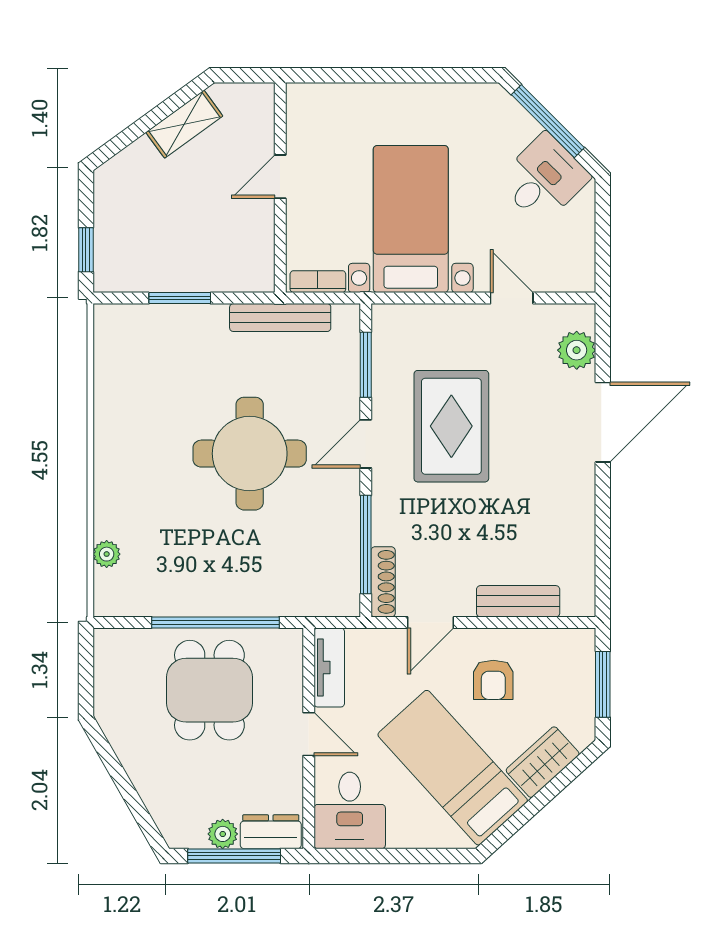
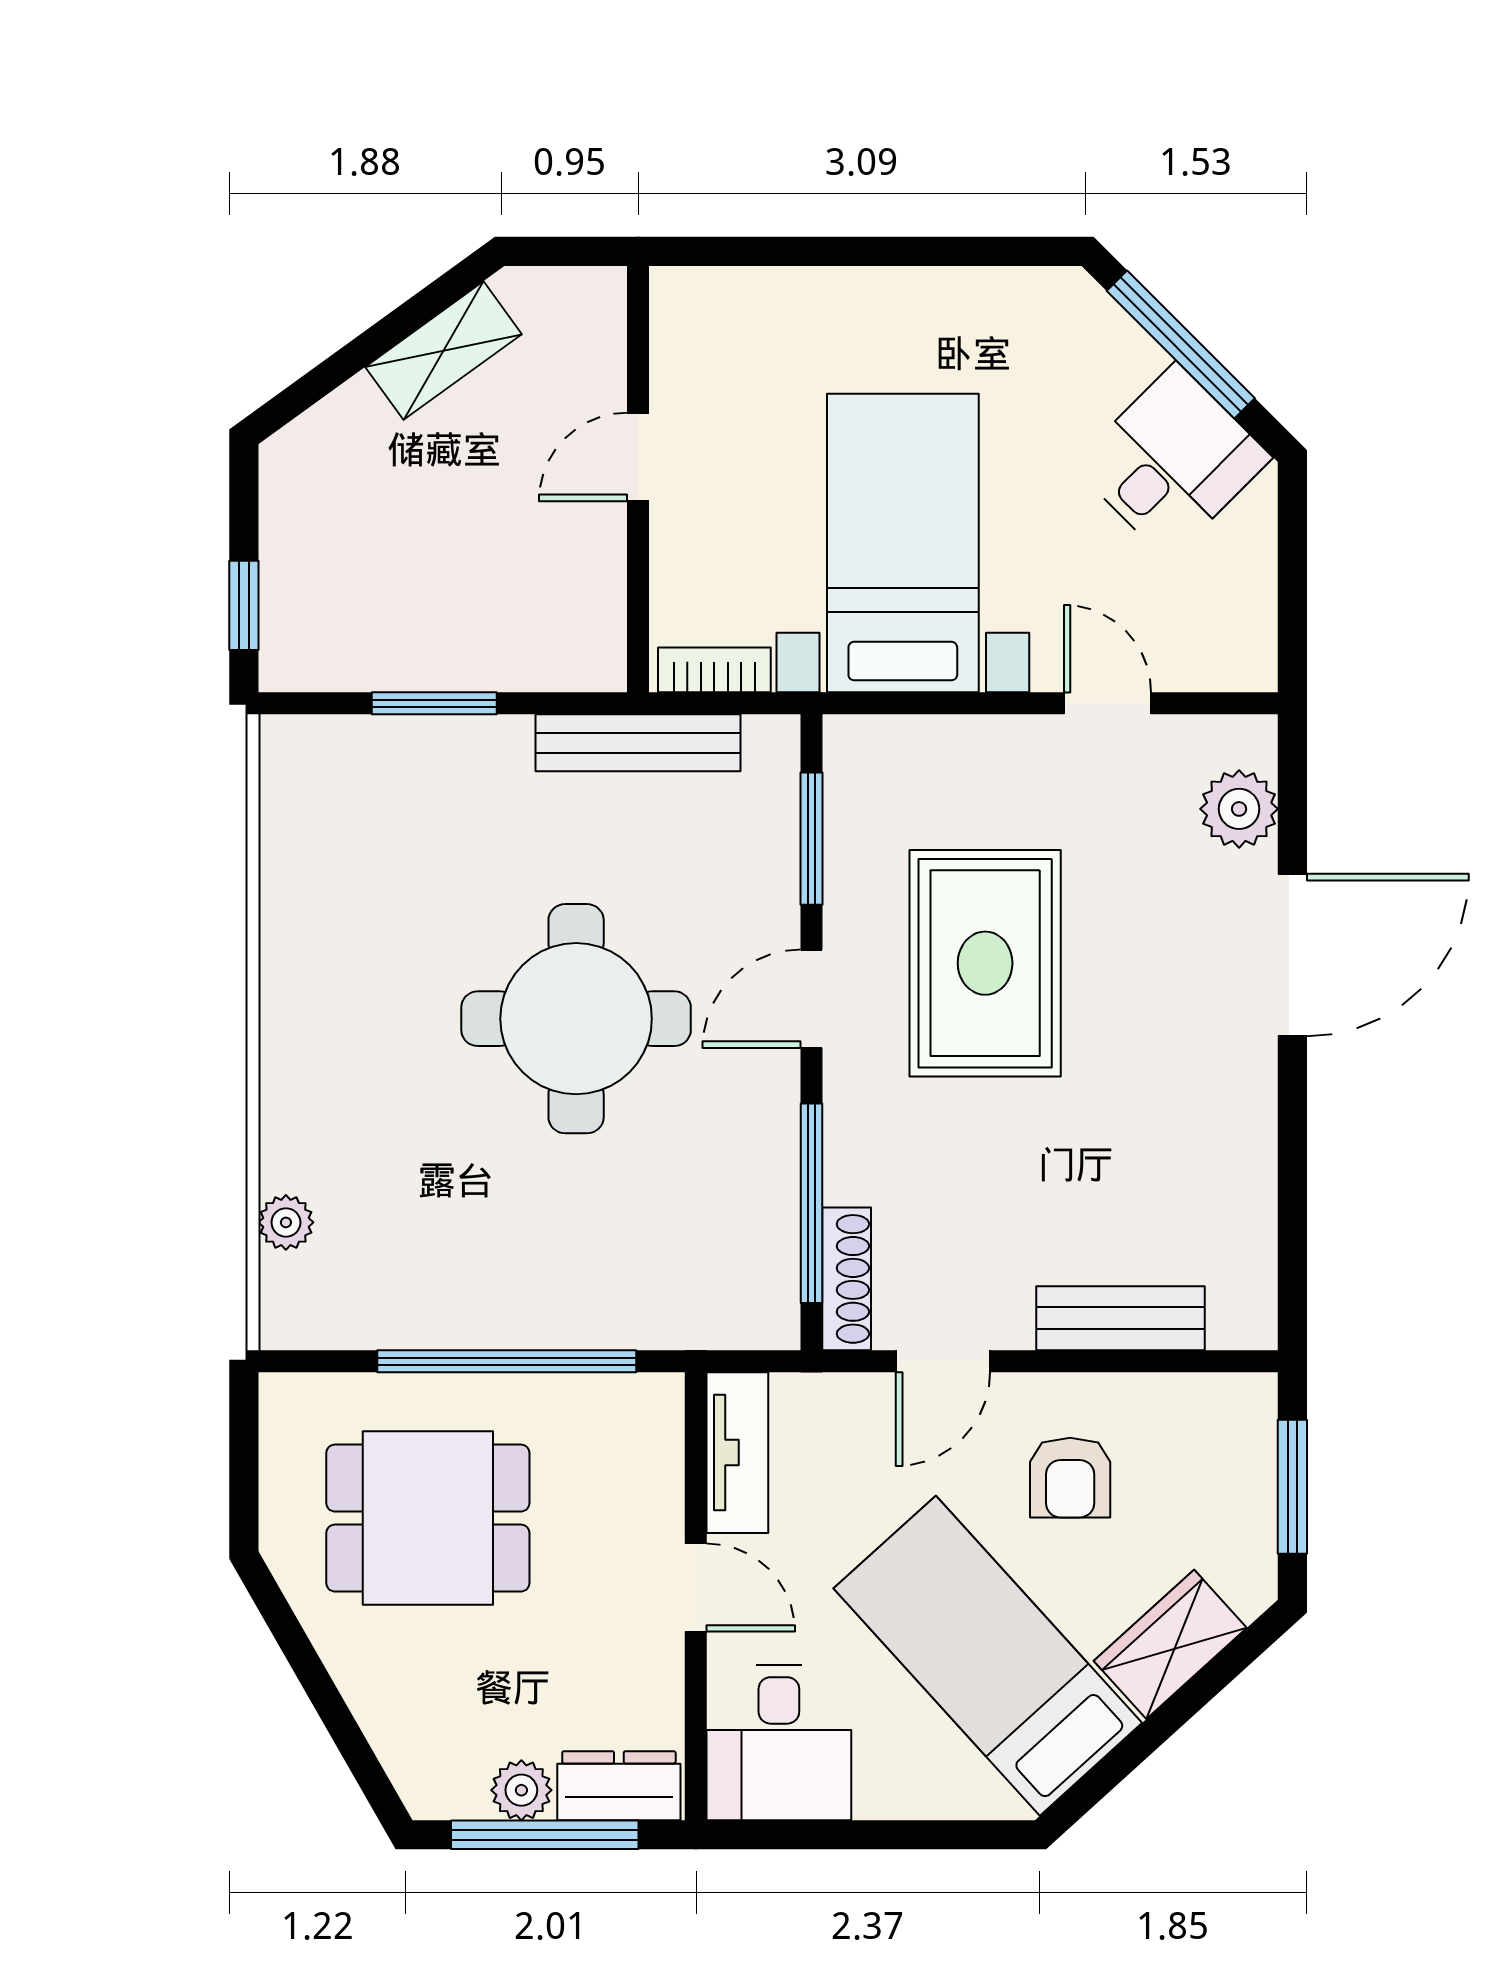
dining table: (209, 690) -> (428, 1518), moved, turned 90

